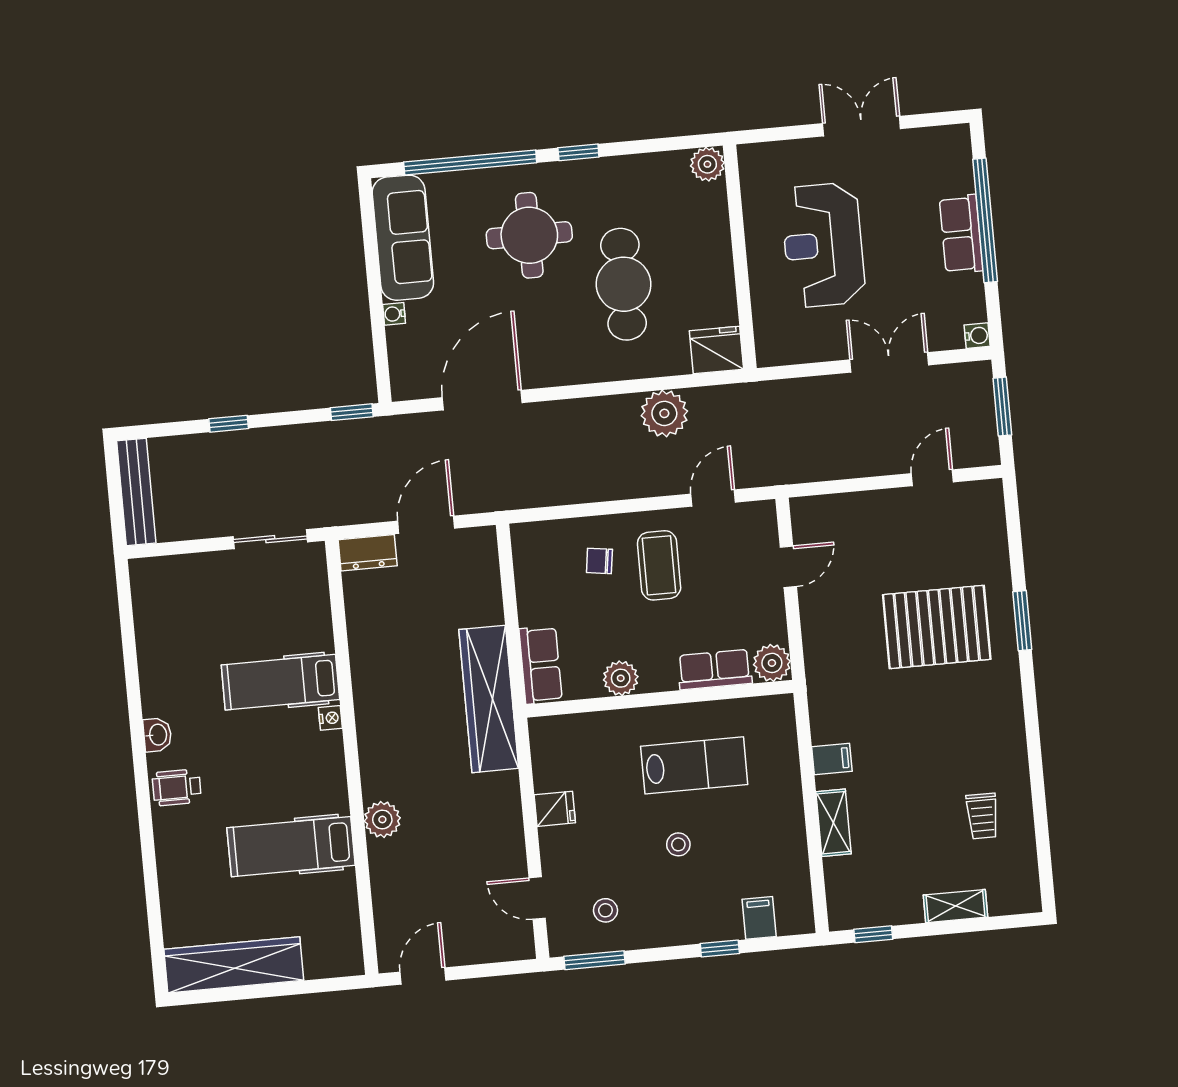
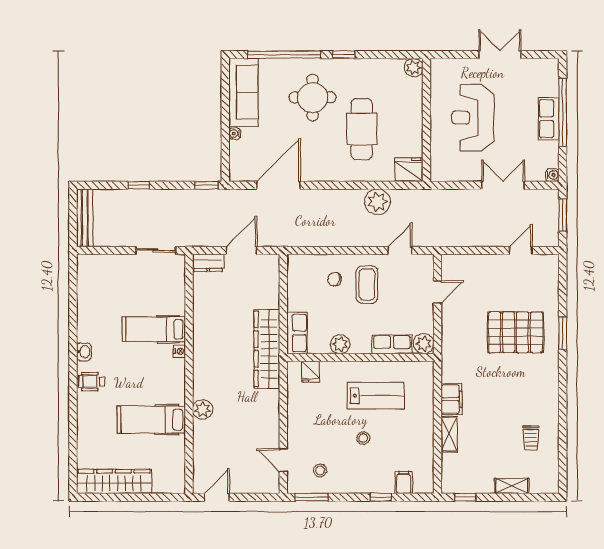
filing cabinet: (832, 759) -> (452, 399), width x2.00
fridge: (555, 809) -> (310, 372), moved, turned 90

